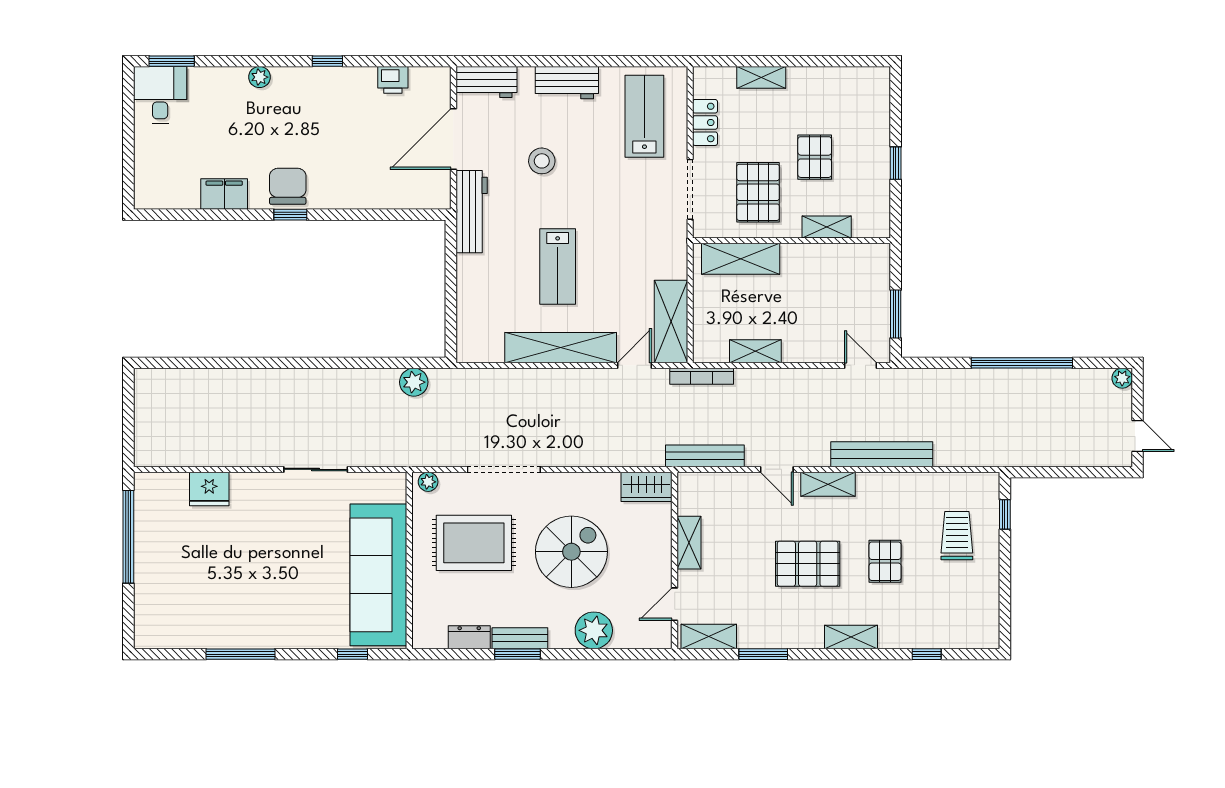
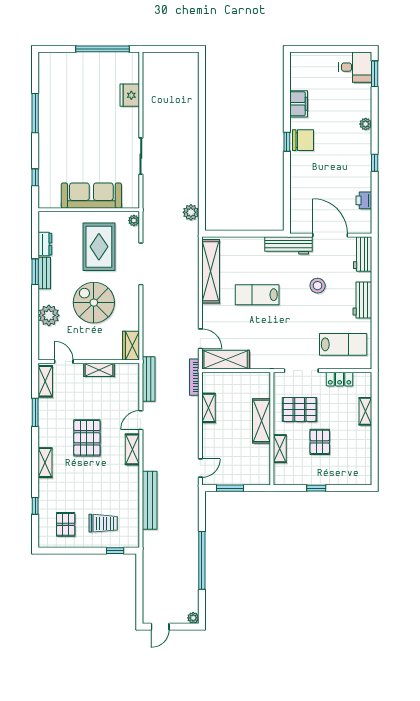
pallet: (815, 157) -> (320, 442), turned 90
shelving: (741, 259) -> (262, 421), moved
shelving: (561, 348) -> (211, 271), moved
bench: (882, 454) -> (150, 500), moved
spiral stairs: (571, 552) -> (94, 303), turned 180
pallet: (885, 561) -> (66, 524), moved, turned 90
sofa: (378, 575) -> (91, 196), width x0.74, depth x0.79

